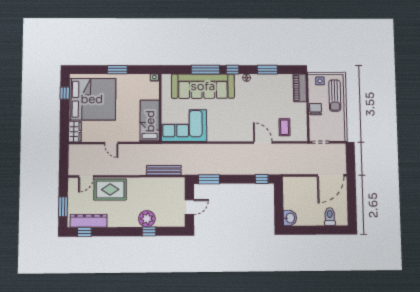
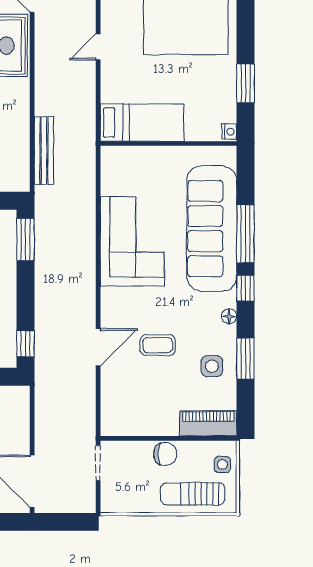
window: (117, 70) -> (246, 84), moved
side table: (271, 86) -> (212, 366), added
corner sofa: (184, 126) -> (132, 241), moved
coffee table: (284, 127) -> (158, 345), moved

